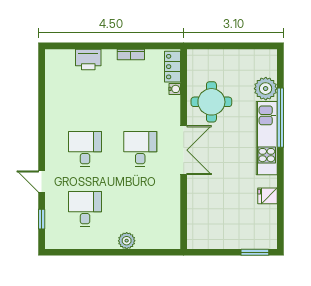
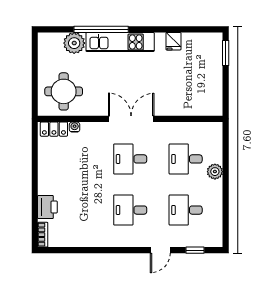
bookcase: (131, 54) -> (43, 235), moved
round table: (211, 102) -> (64, 91), moved
desk: (140, 209) -> (186, 159), added

